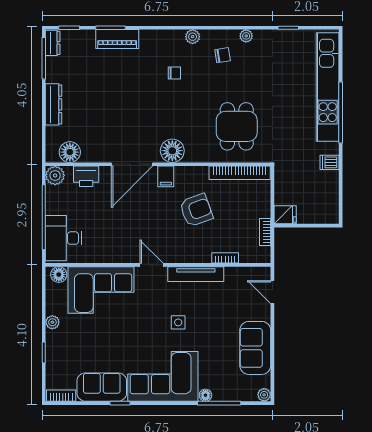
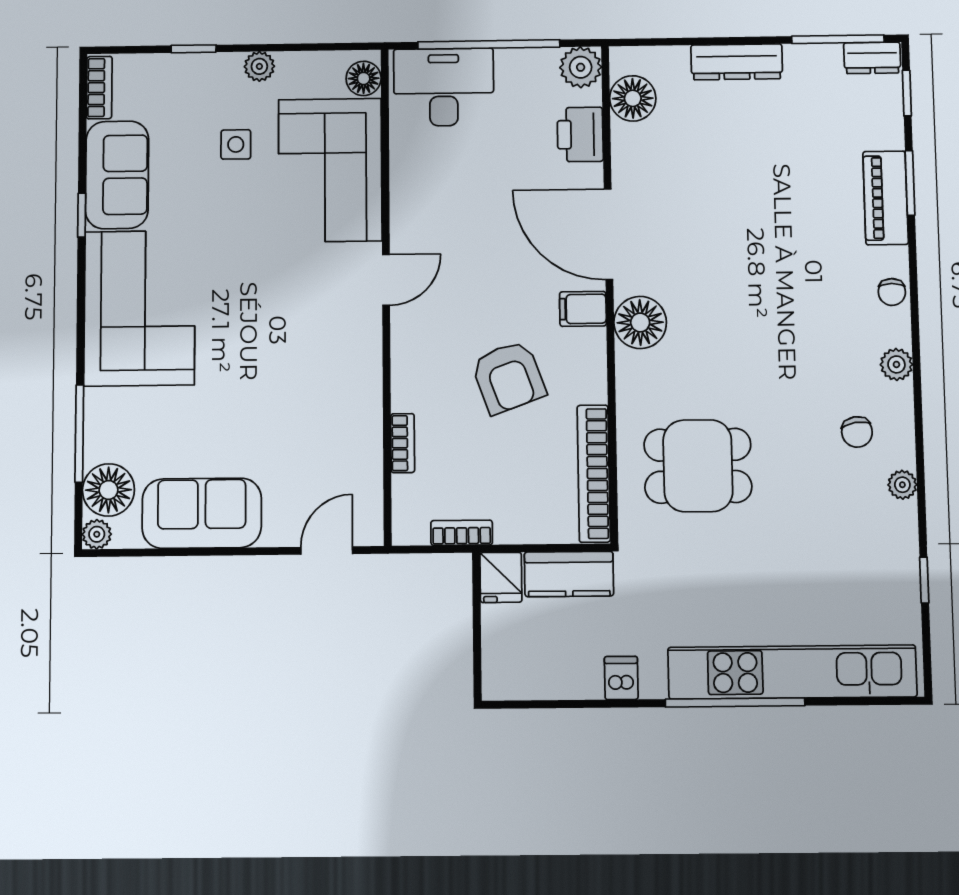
chair: (174, 73) -> (892, 292), moved
kitchen counter: (284, 185) -> (569, 574), added
tv unit: (196, 274) -> (366, 378), removed
side table: (178, 322) -> (236, 144), moved
floor lamp: (205, 395) -> (108, 490), moved, width x1.89, depth x1.89

